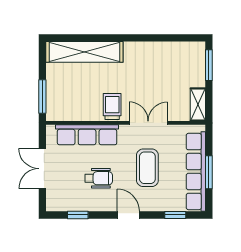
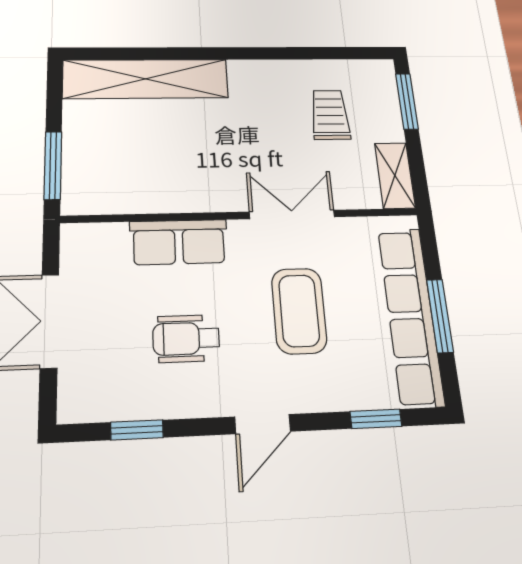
trolley: (112, 106) -> (330, 115), moved
row of seats: (87, 135) -> (179, 242), width x0.68
wheelchair: (99, 178) -> (186, 339), turned 180
door: (128, 215) -> (263, 424), swing flipped

